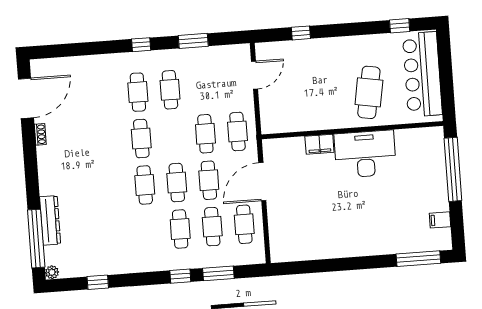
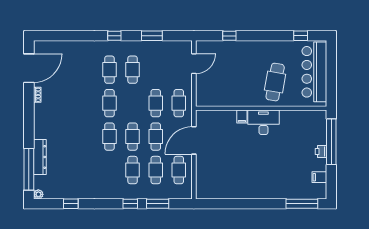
filing cabinet: (319, 144) -> (242, 117), width x0.50
desk: (365, 154) -> (263, 122), width x0.73, depth x0.77
printer: (440, 184) -> (321, 152), added

